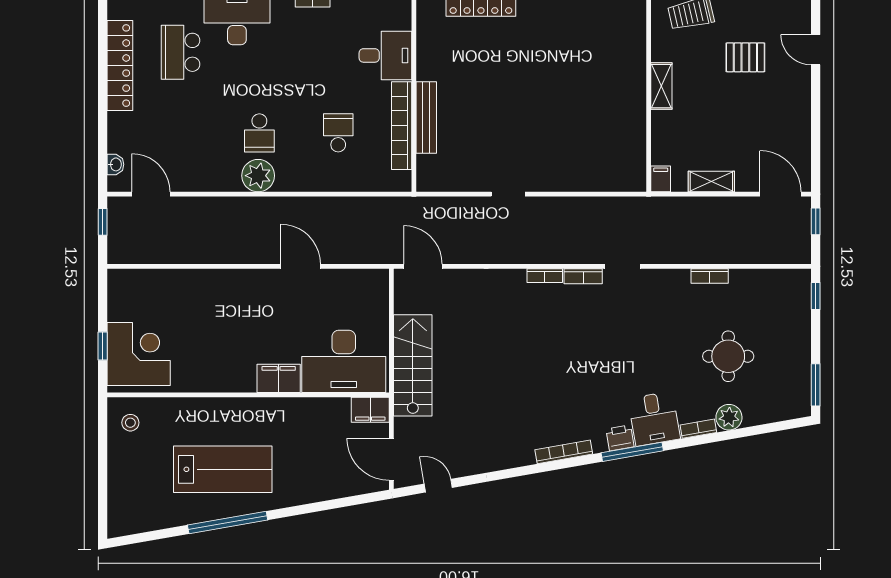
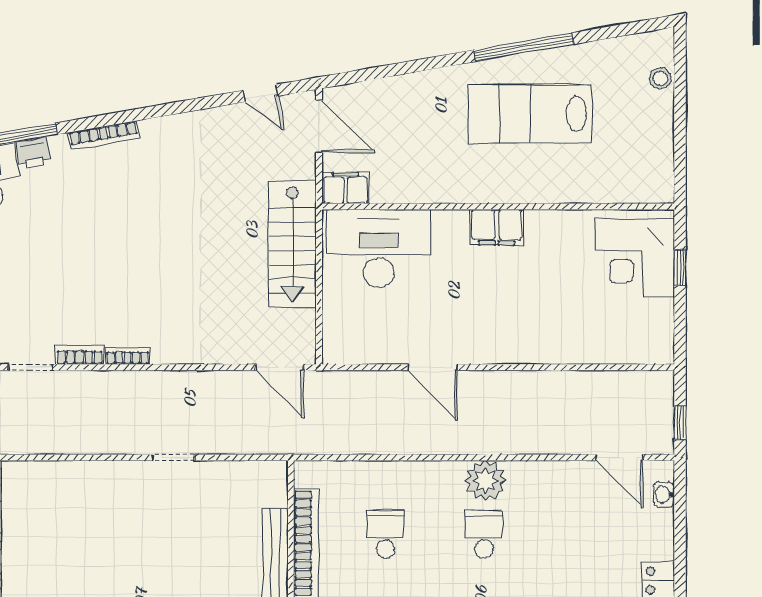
school desk: (338, 133) -> (386, 534), turned 180
filing cabinet: (279, 378) -> (497, 227), moved
stool: (130, 423) -> (660, 78), moved

